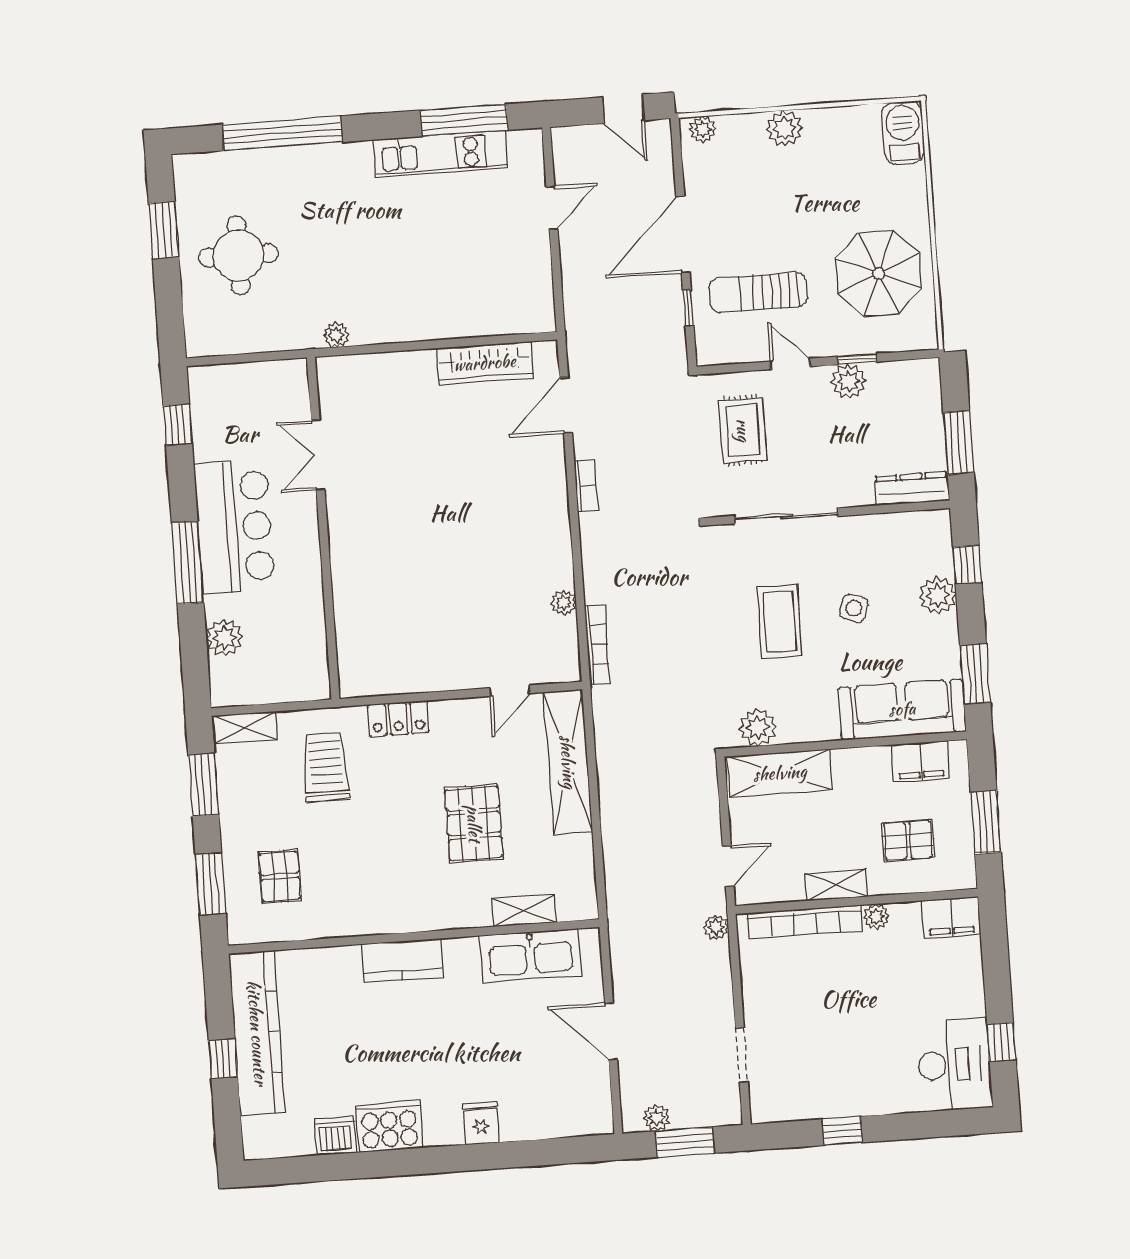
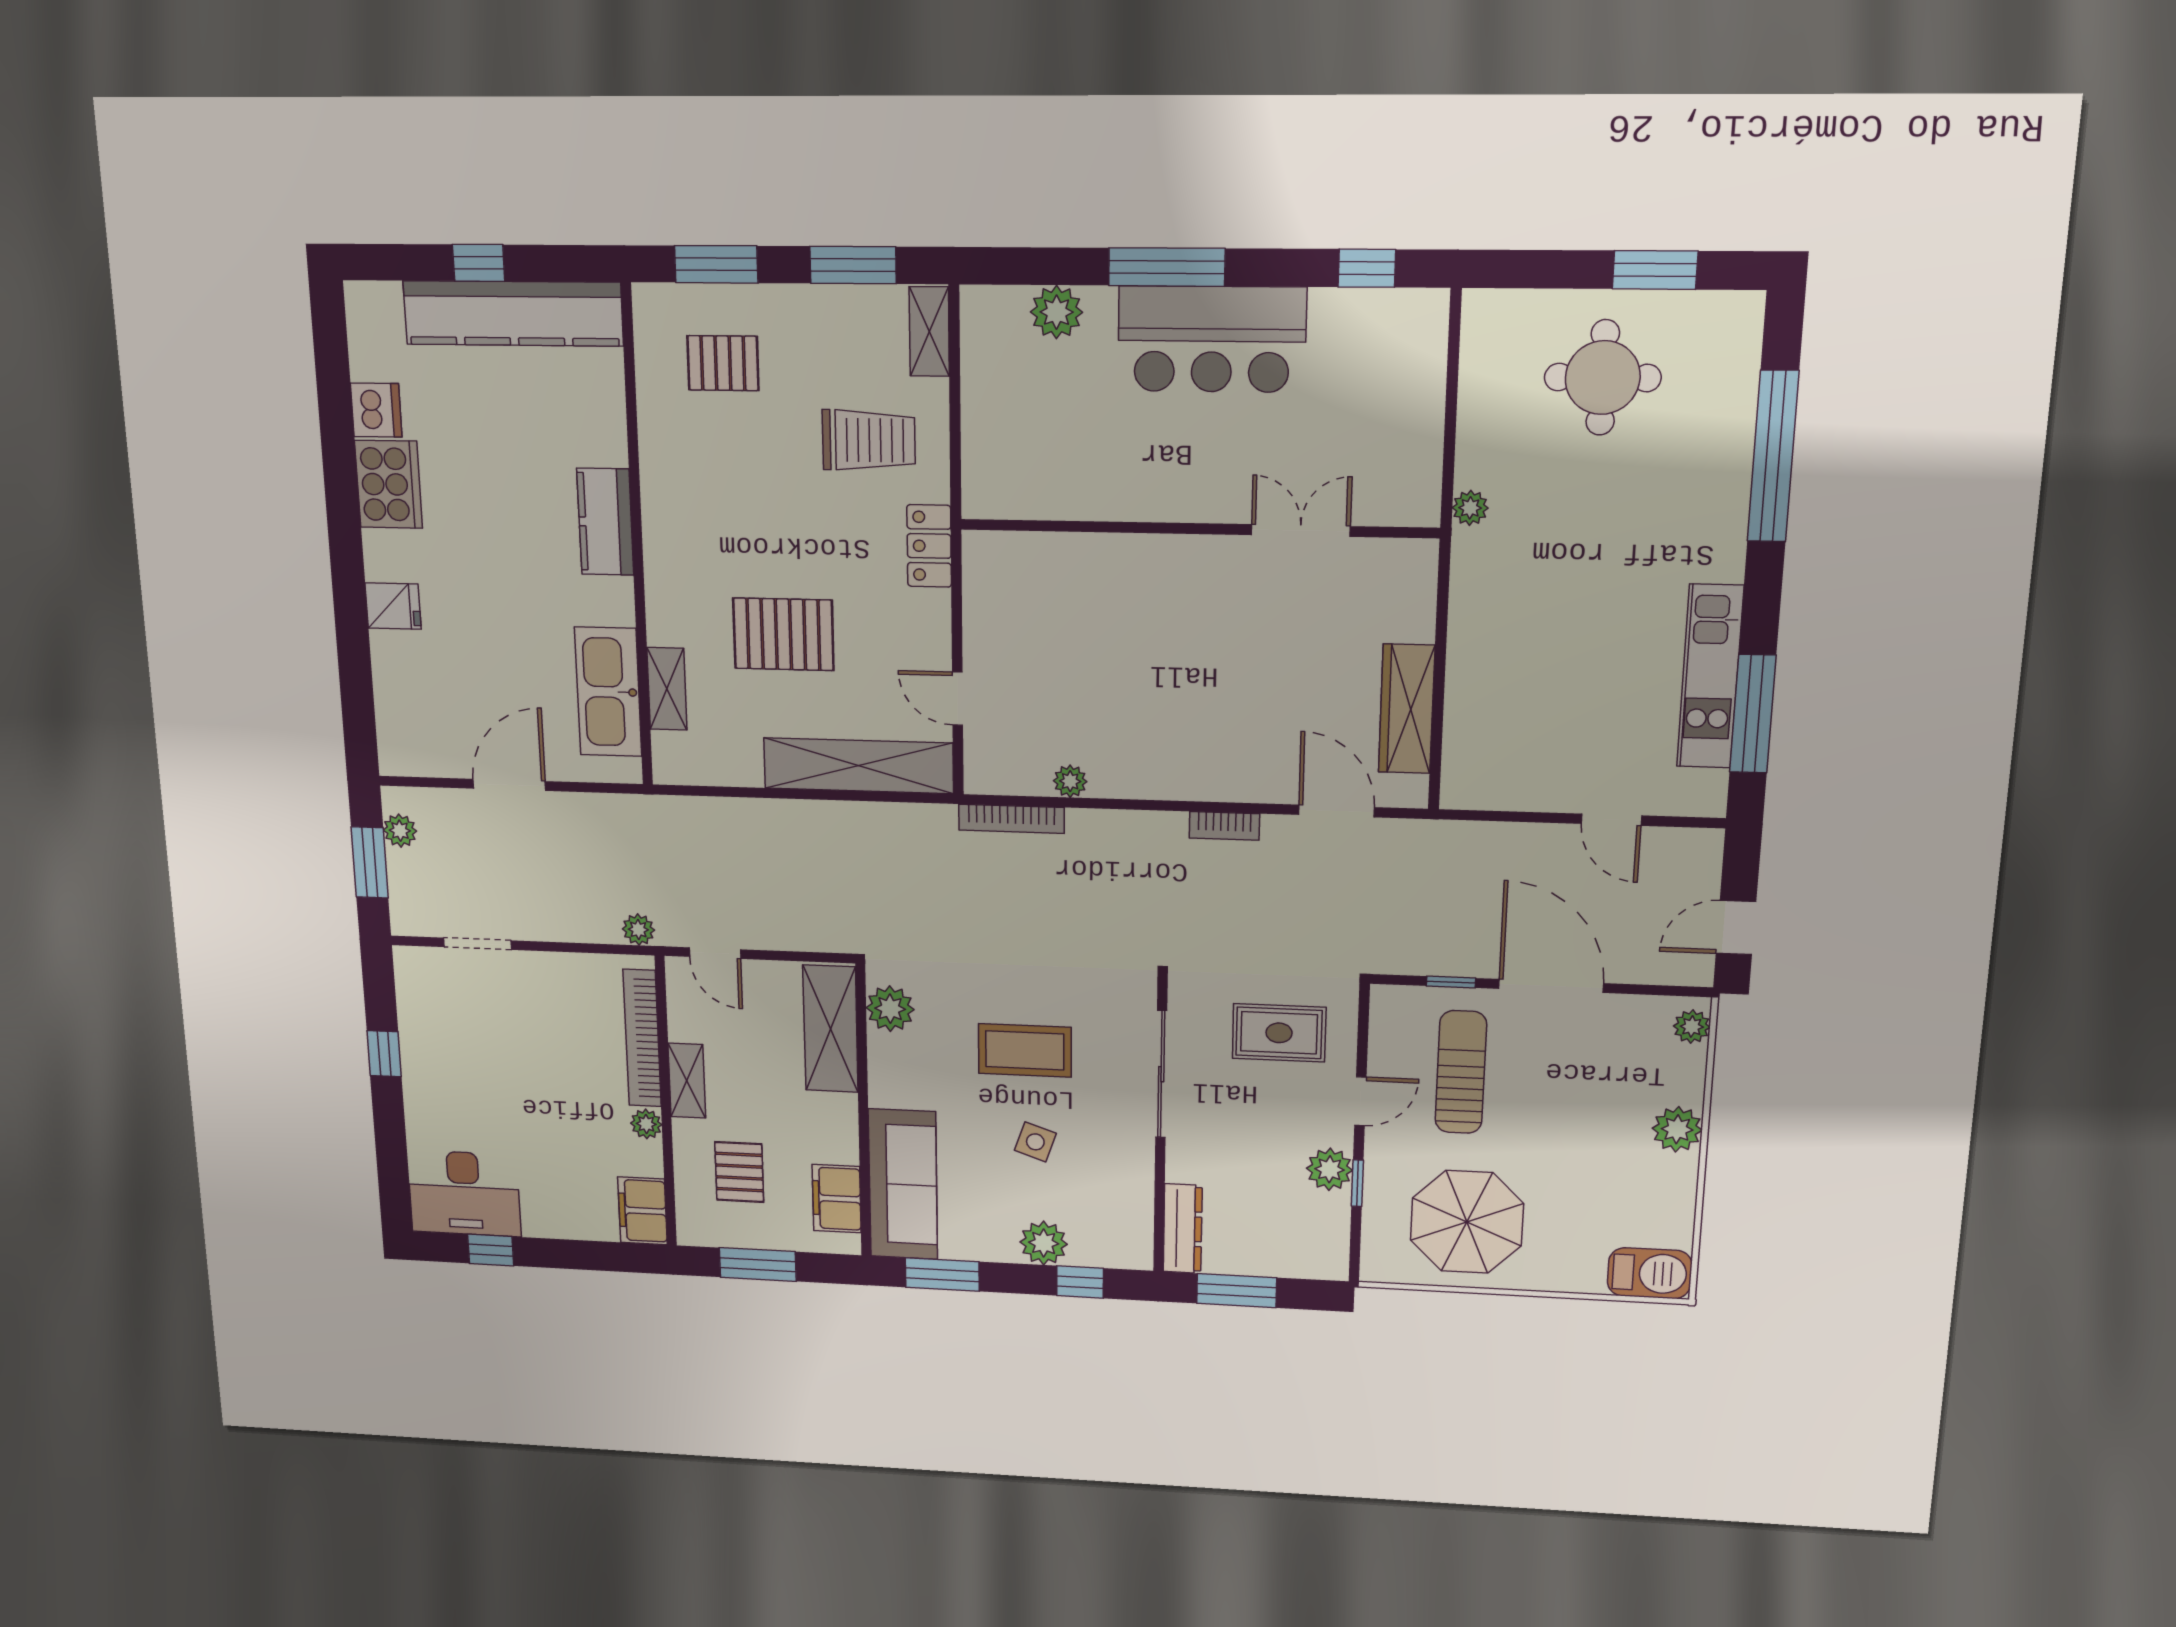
double door: (318, 455) -> (1301, 531), moved
wall: (323, 528) -> (1198, 529), moved

